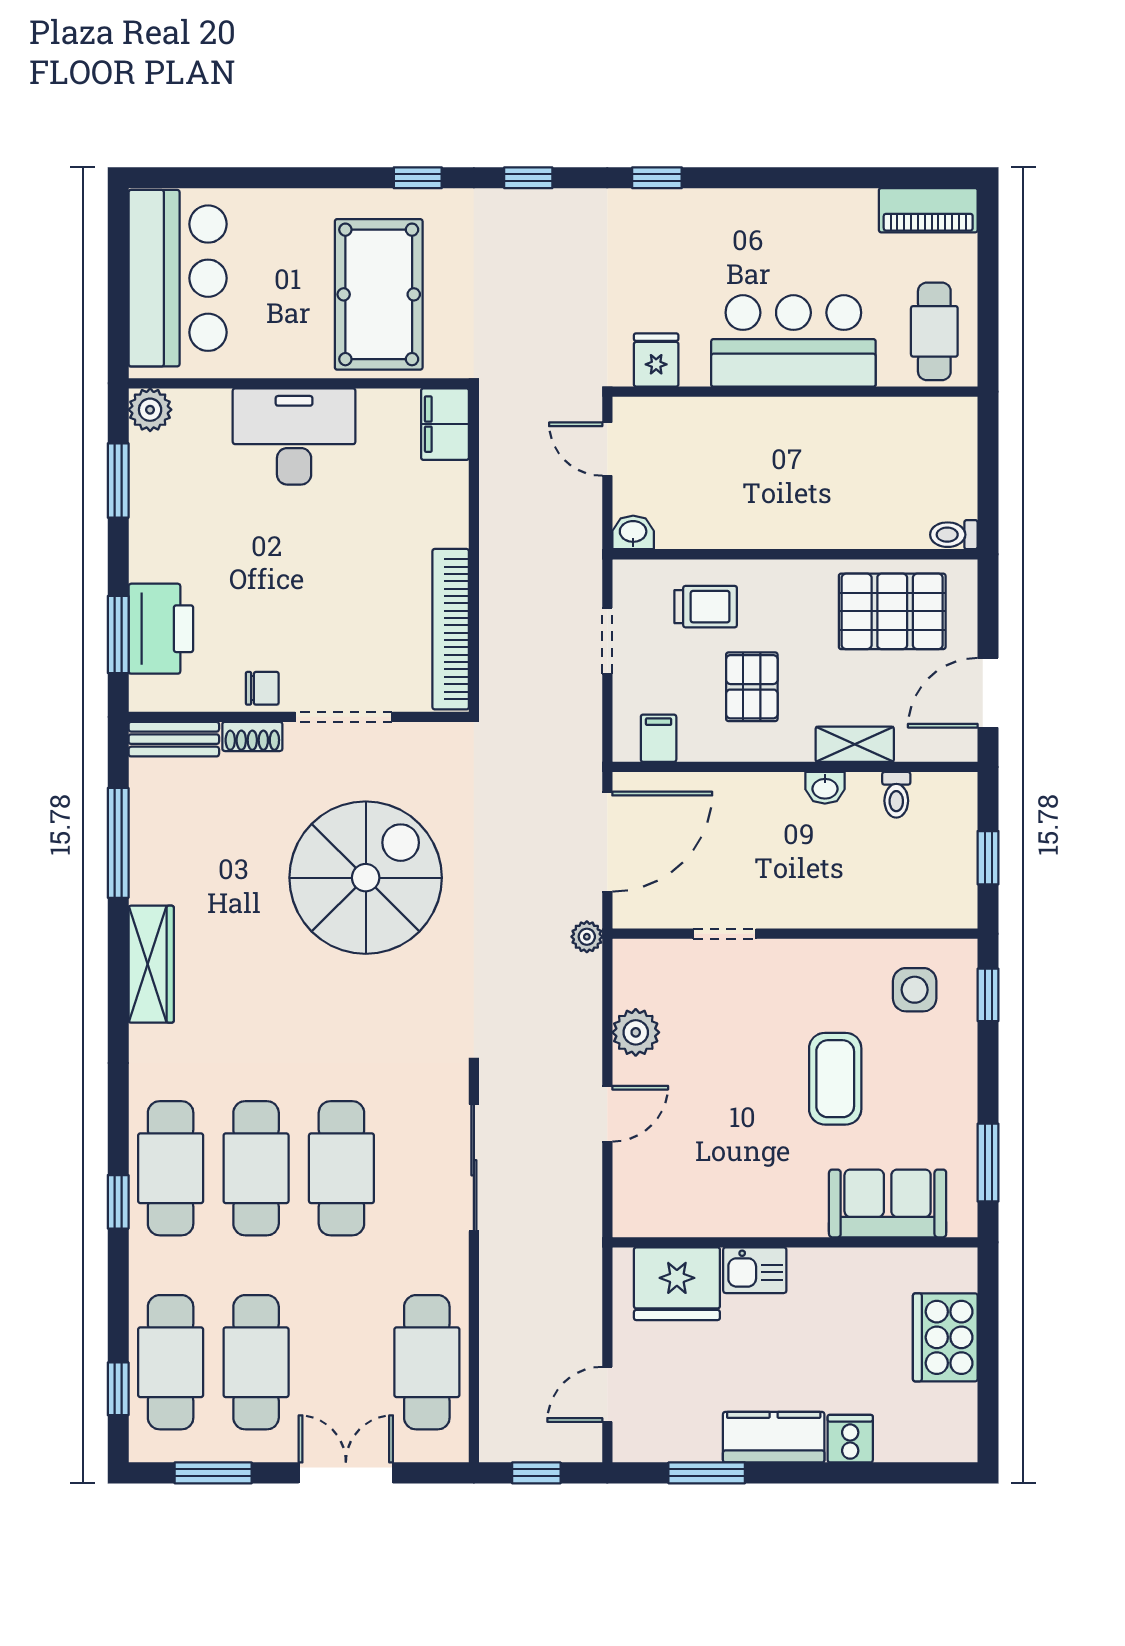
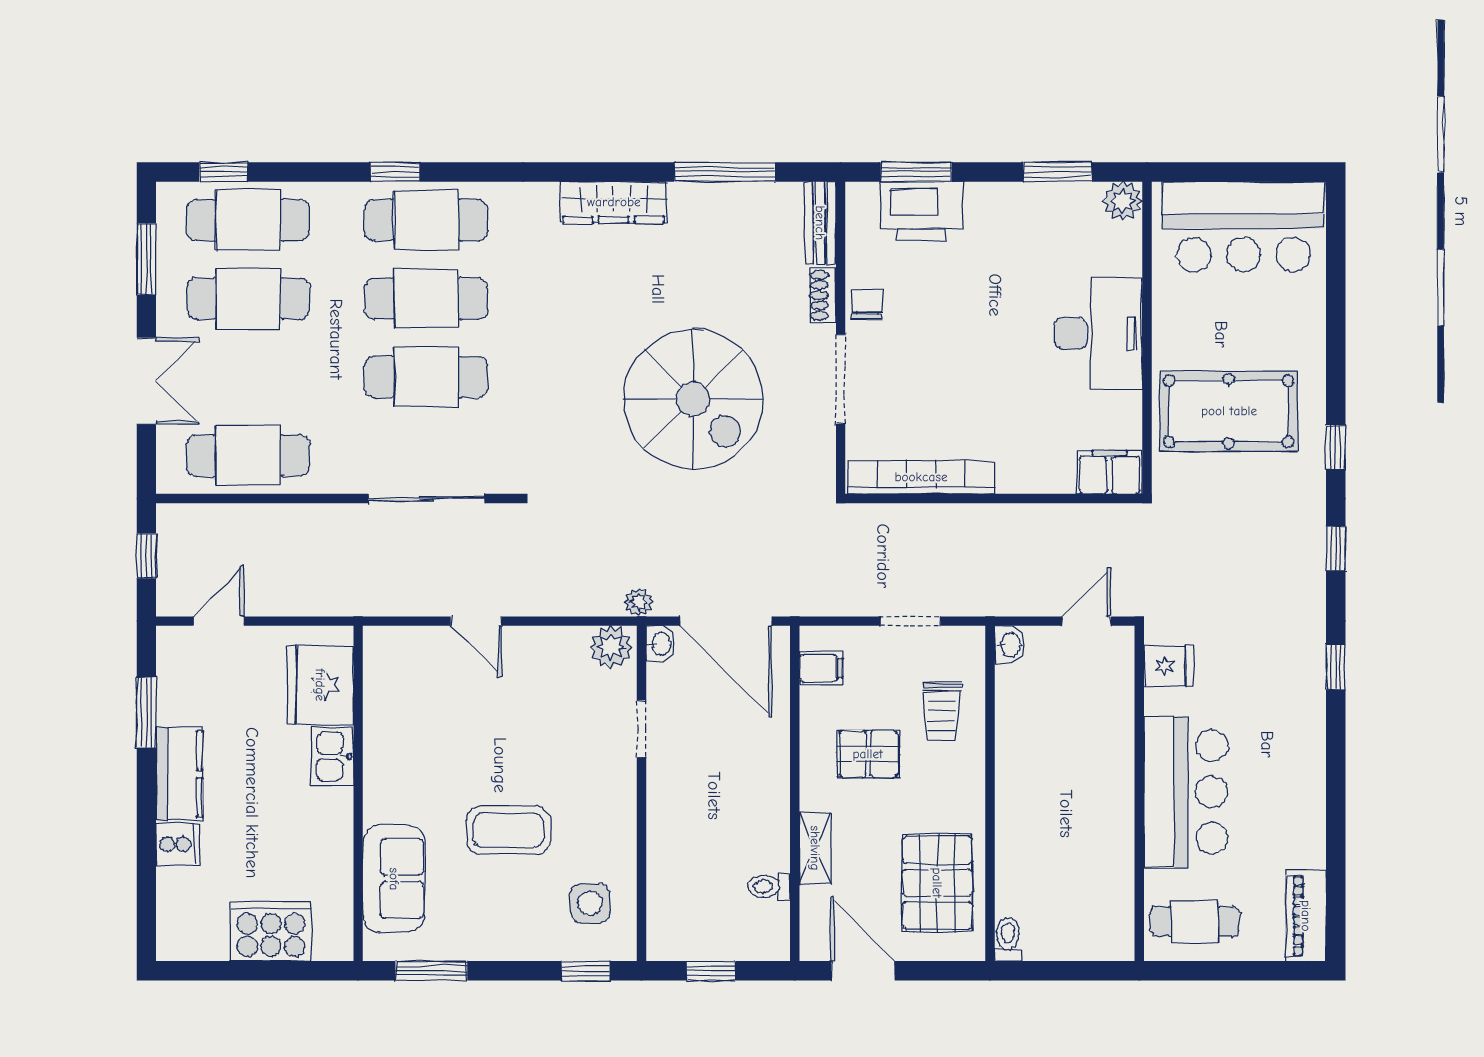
chair: (262, 688) -> (867, 304), turned 180
washbasin: (825, 788) -> (661, 644), moved, turned 180
plant: (636, 1032) -> (611, 647), moved
door: (607, 1394) -> (219, 621), hinge flipped

